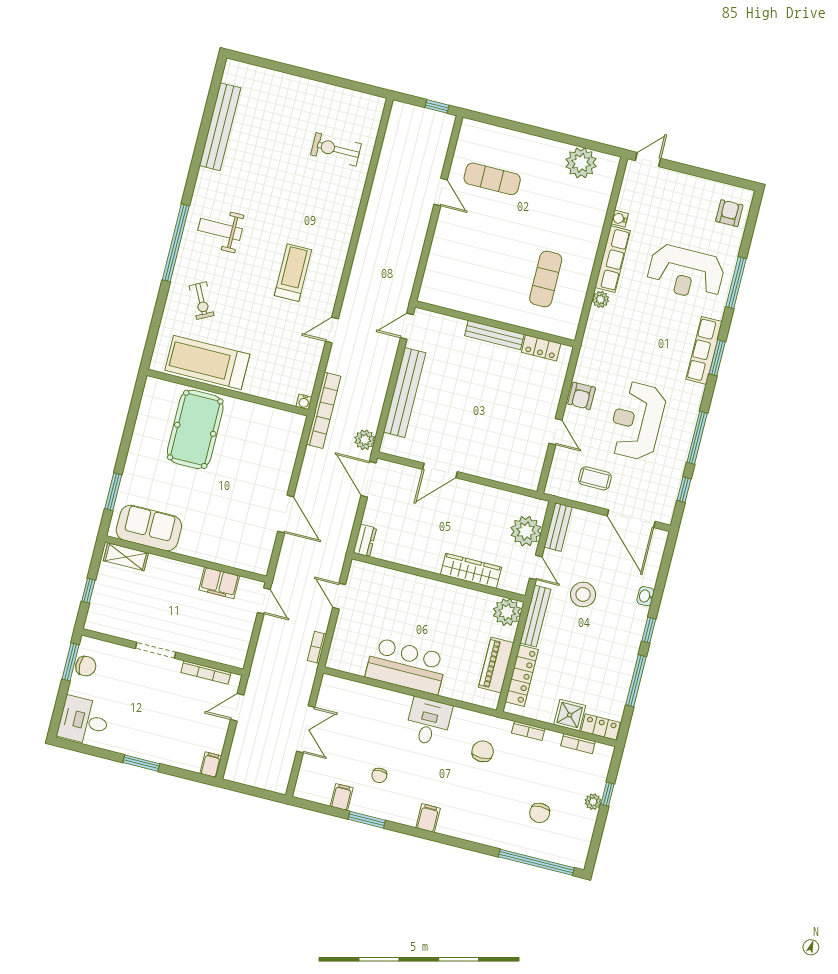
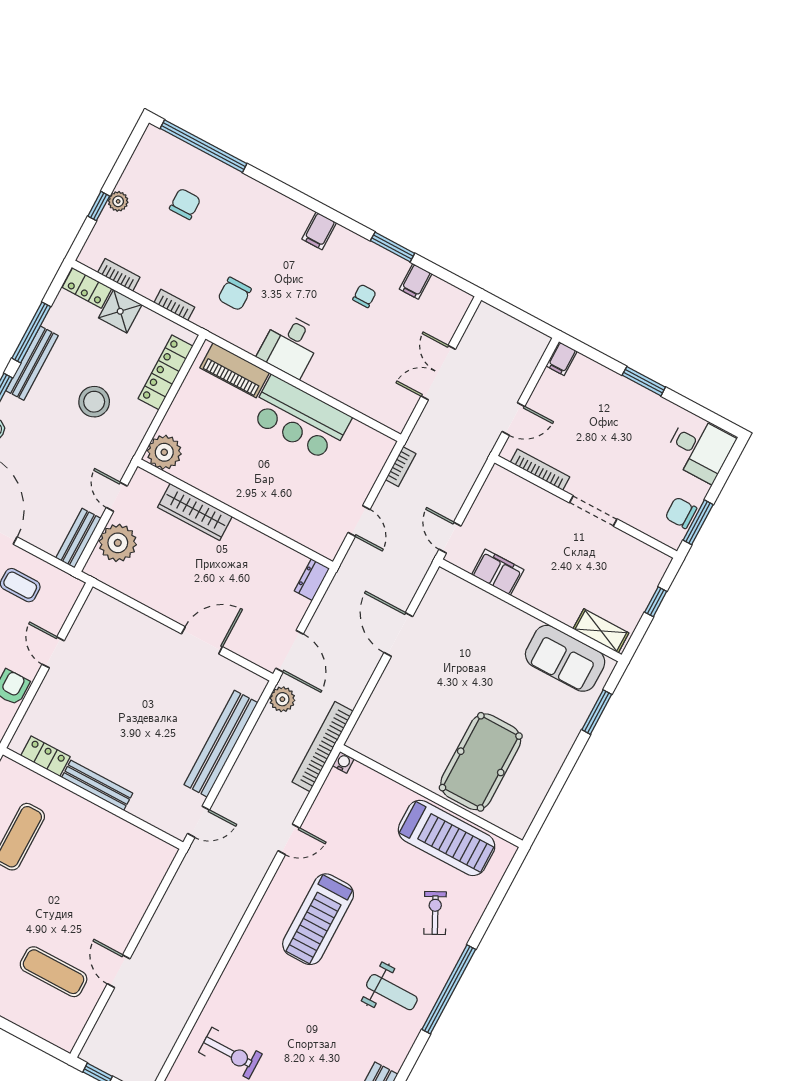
treadmill: (293, 273) -> (318, 919), width x1.37, depth x1.38
stool: (583, 594) -> (94, 402), moved
bench: (535, 616) -> (32, 363), moved
piano: (496, 665) -> (235, 370), moved, turned 90

